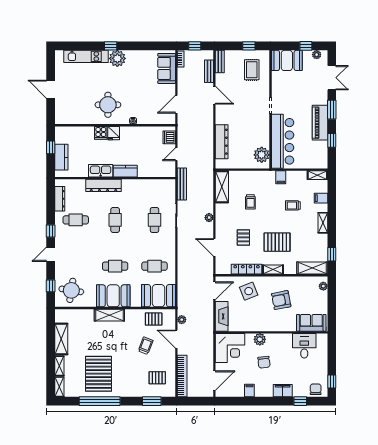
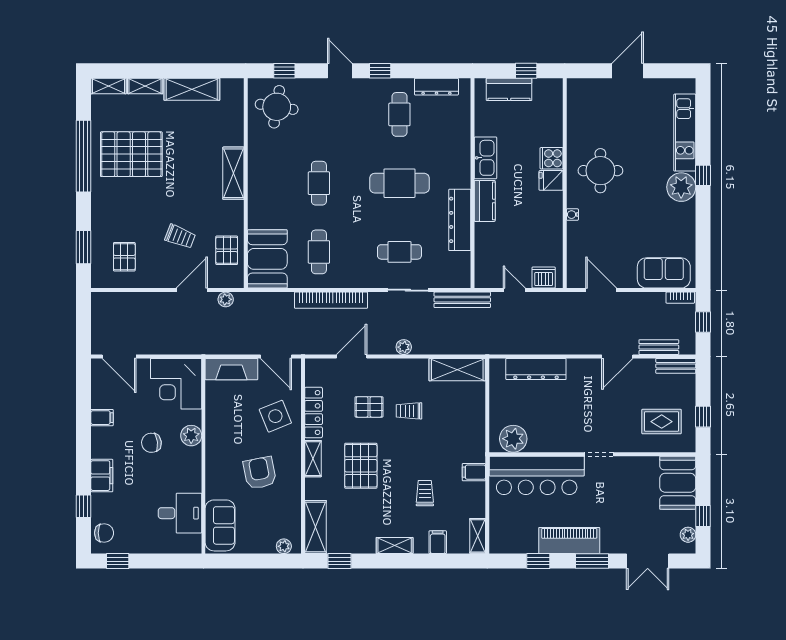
dresser: (104, 185) -> (460, 220), moved
trolley: (250, 202) -> (409, 411), moved
cafe table: (115, 220) -> (399, 183), width x1.37, depth x1.35
booth: (113, 296) -> (267, 180), removed
bookcase: (182, 376) -> (331, 300), moved

